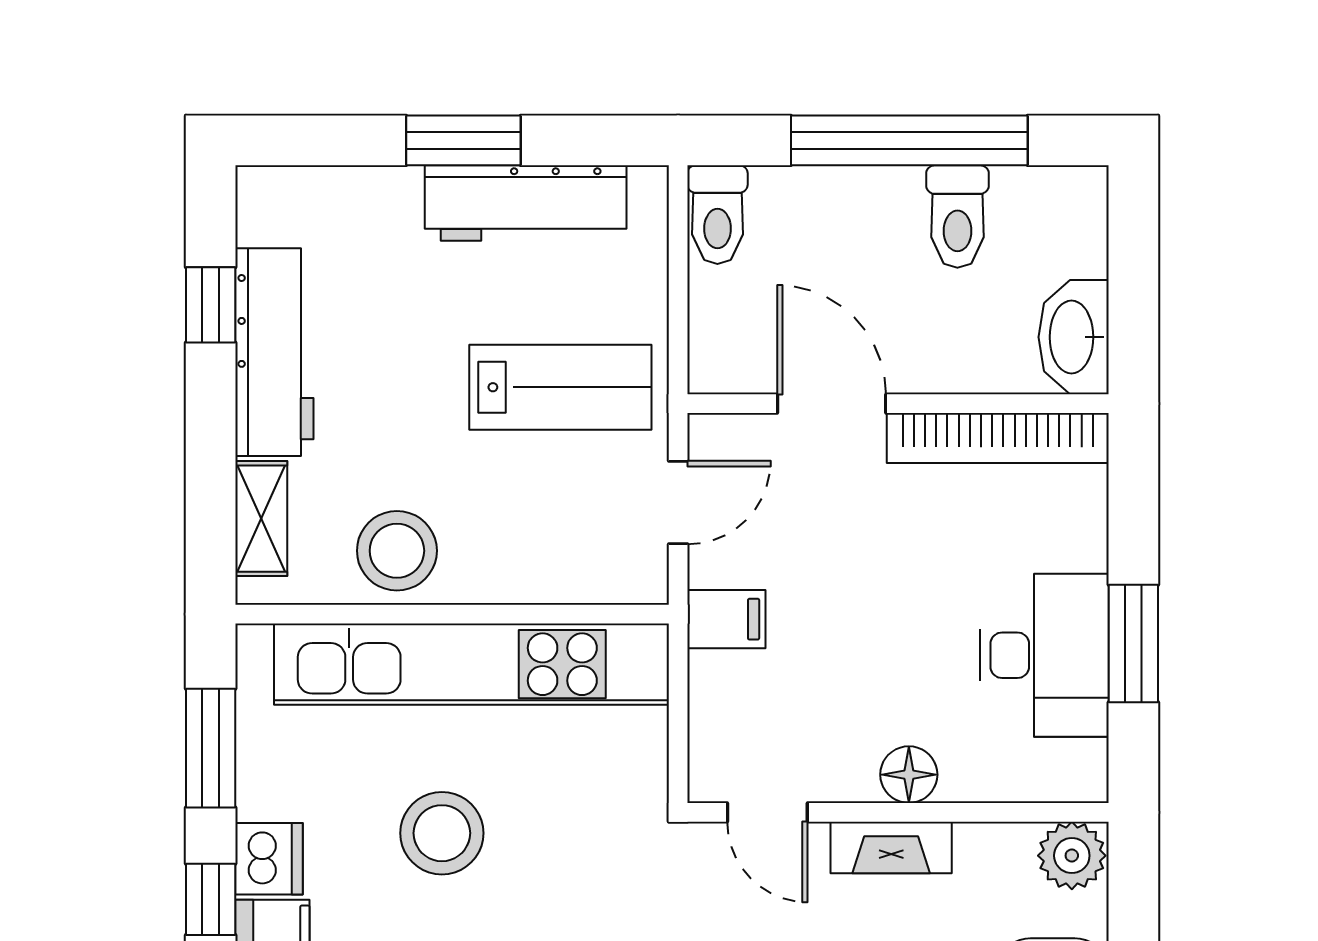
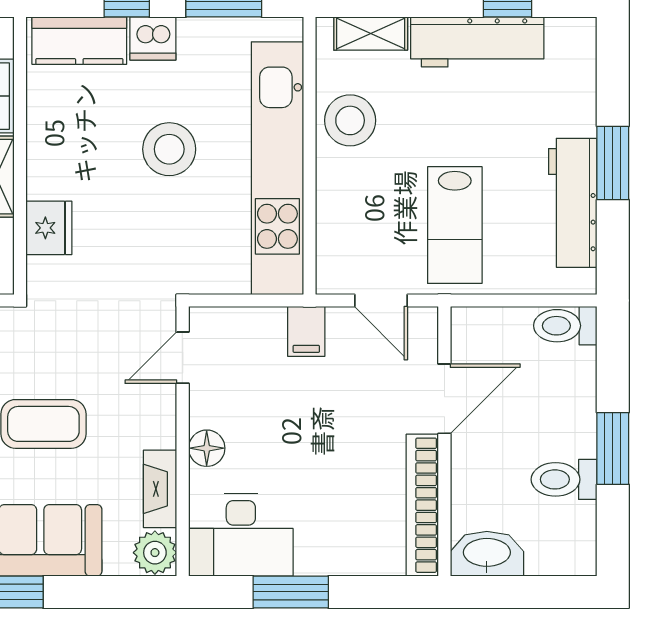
window: (909, 140) -> (613, 448), width x0.47
desk: (1044, 655) -> (241, 535), moved
fireplace: (891, 847) -> (160, 489), moved

